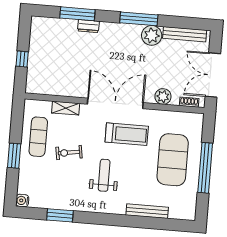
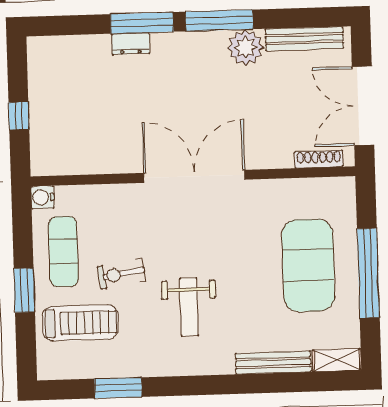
window: (77, 14) -> (142, 23), moved
plant: (163, 97) -> (278, 154), removed
shoe rack: (189, 102) -> (319, 159), width x1.43
shelving: (66, 108) -> (337, 360), moved
treadmill: (127, 134) -> (80, 323), moved
weight bench: (104, 175) -> (189, 307), turned 180
water cooler: (22, 201) -> (42, 197), moved

